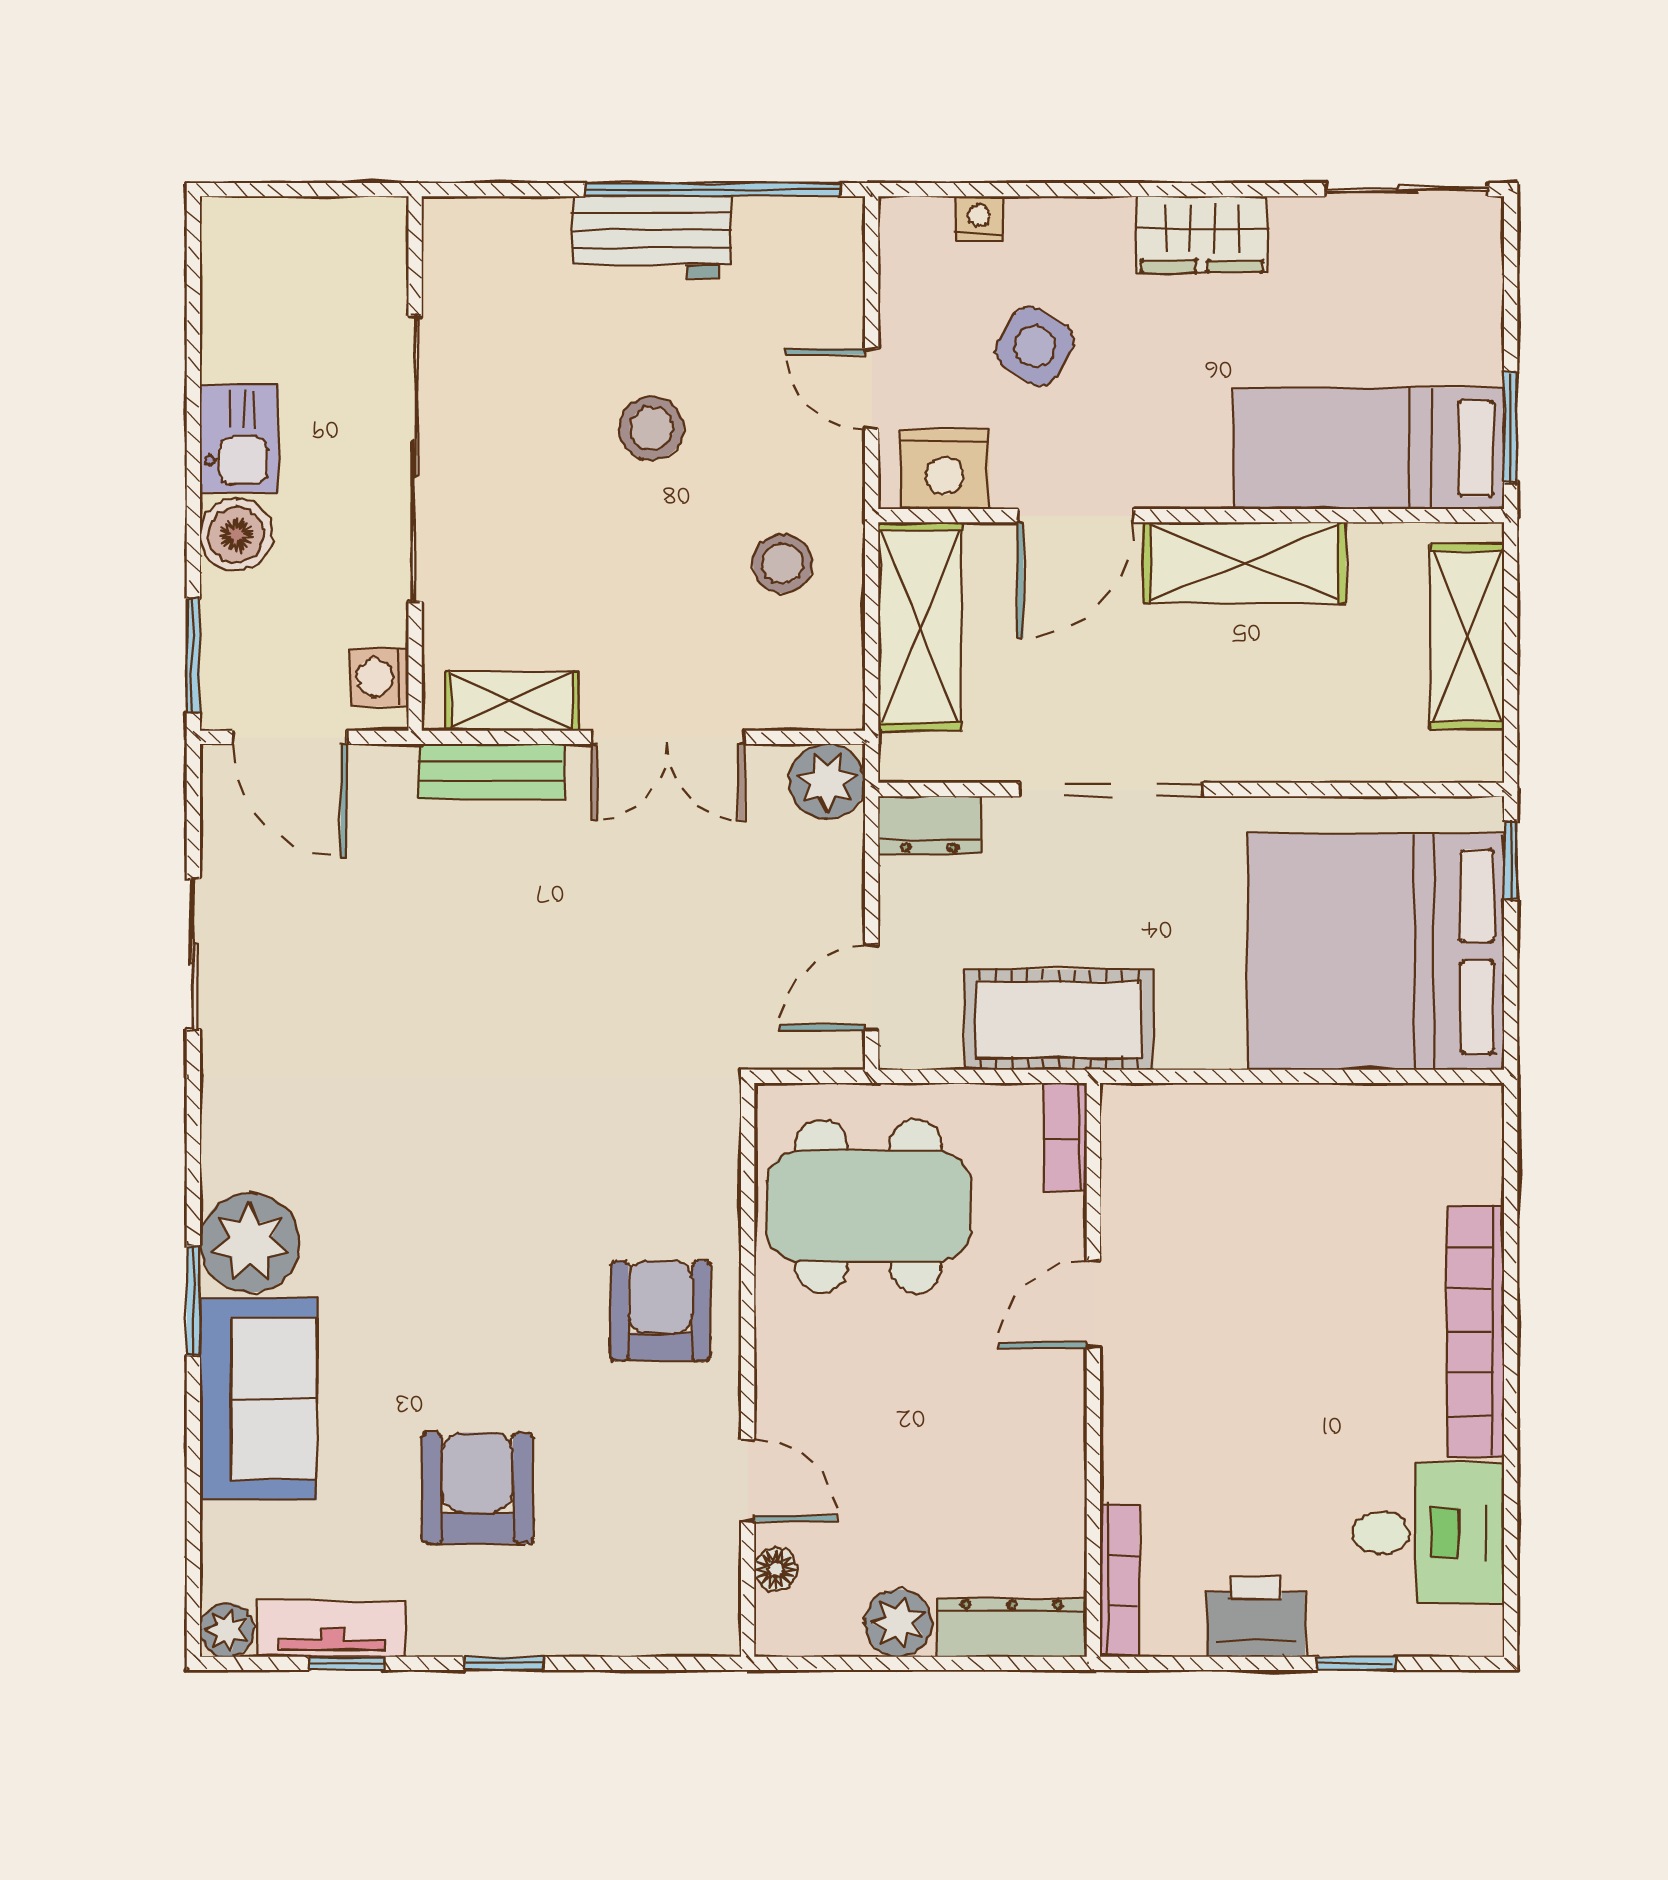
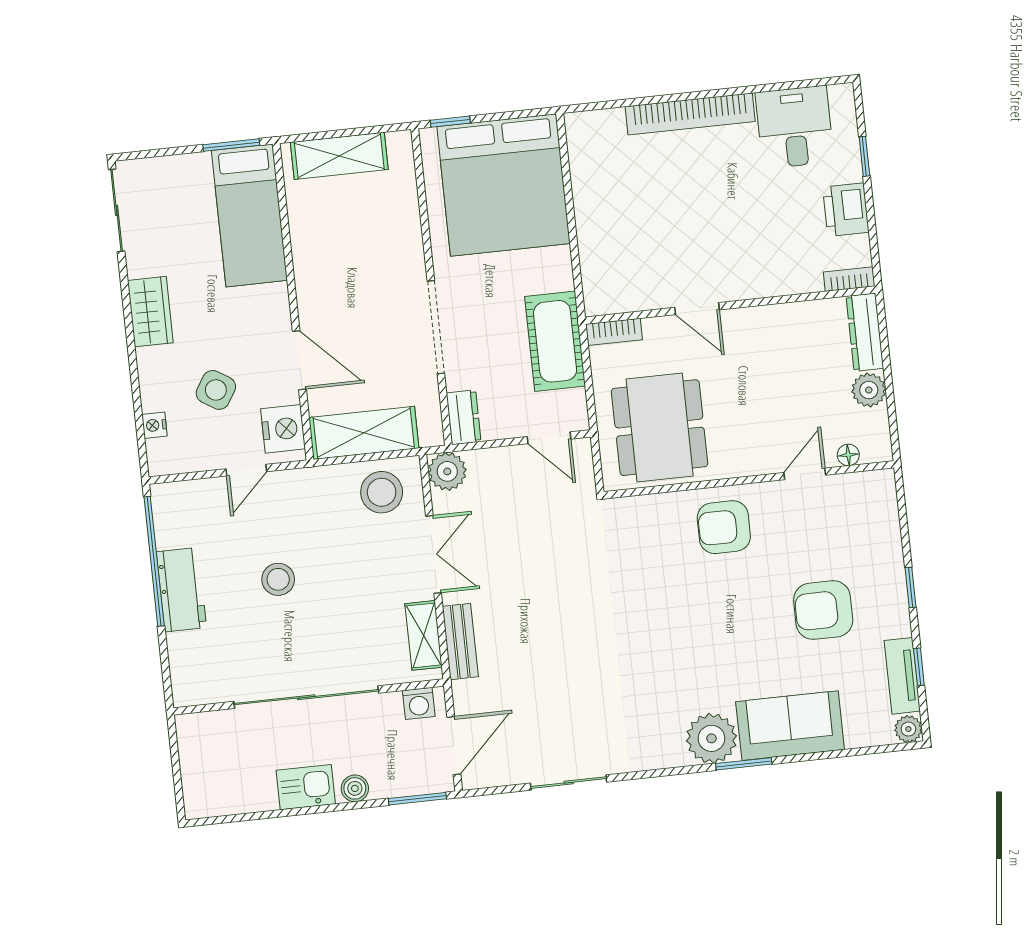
boiler: (236, 535) -> (355, 788), width x0.73, depth x0.73
stool: (783, 563) -> (382, 492), moved, width x1.38, depth x1.38
shelving: (1244, 563) -> (314, 272), removed
bookcase: (1119, 1580) -> (849, 279), width x0.64

